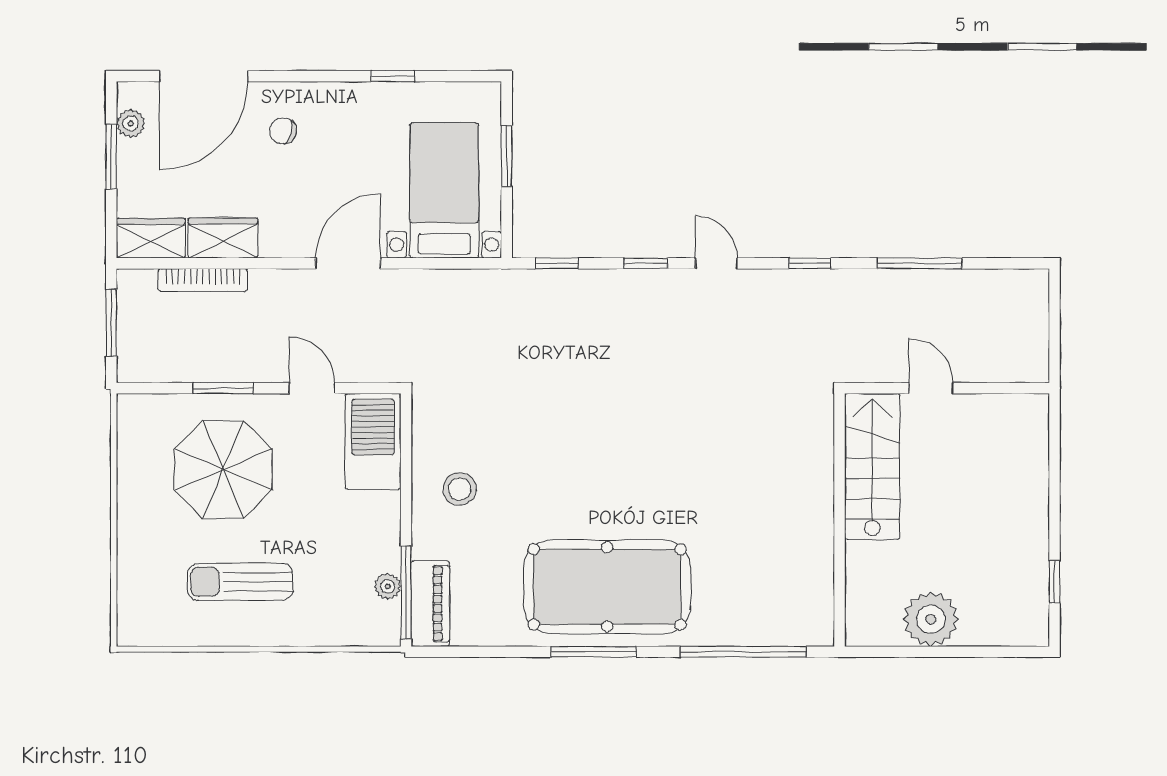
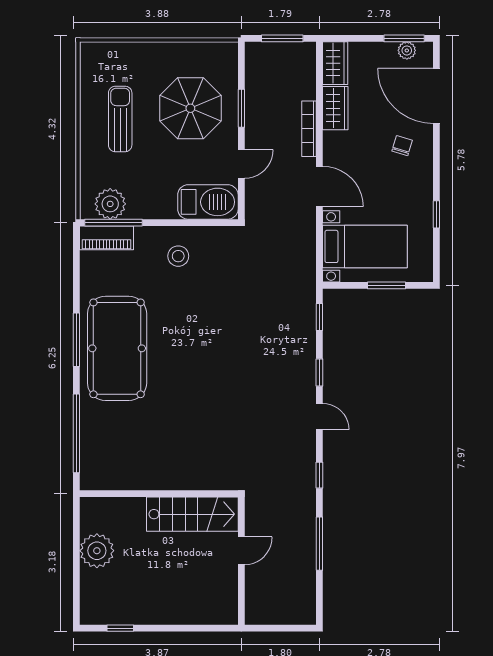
window: (111, 157) -> (404, 38), moved
door: (716, 263) -> (319, 417), hinge flipped
bookcase: (203, 280) -> (309, 129), moved
plant: (388, 586) -> (110, 204), width x1.88, depth x1.88

